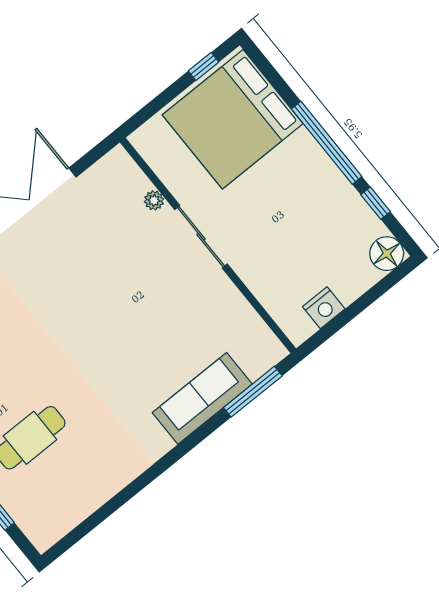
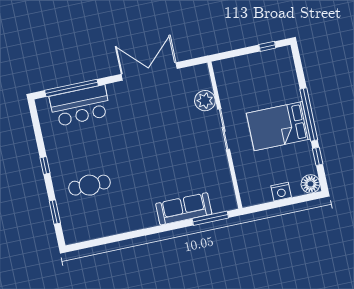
bed: (233, 119) -> (278, 126), moved, width x0.73
plant: (154, 200) -> (205, 101), width x1.88, depth x1.88
nightstand: (324, 308) -> (281, 192), moved

